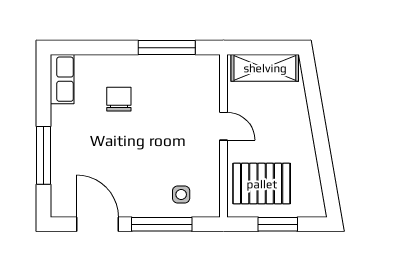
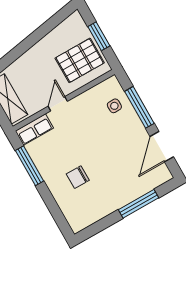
row of seats: (62, 79) -> (34, 129), moved, turned 180
pallet: (262, 184) -> (80, 60), turned 90

